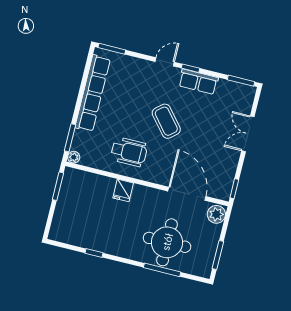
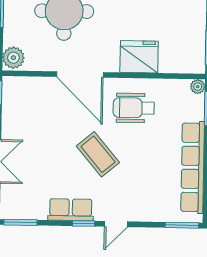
fridge: (123, 190) -> (139, 57), width x1.88, depth x1.34
door: (187, 194) -> (80, 74), moved

